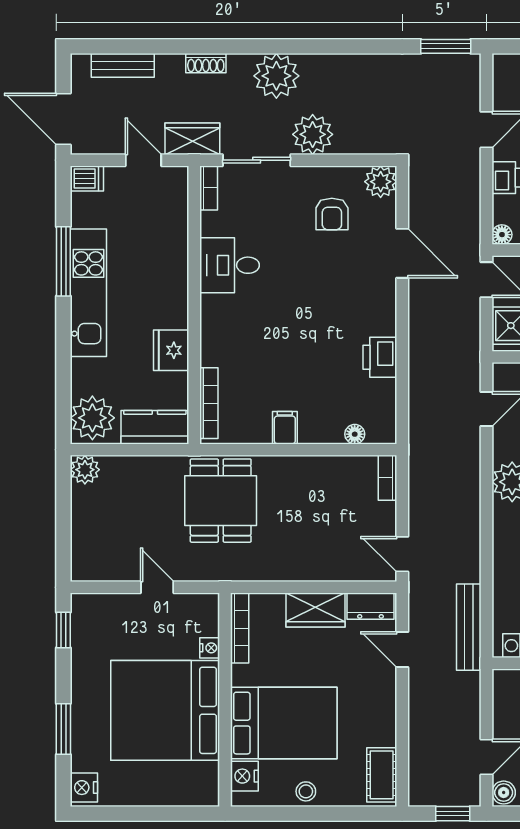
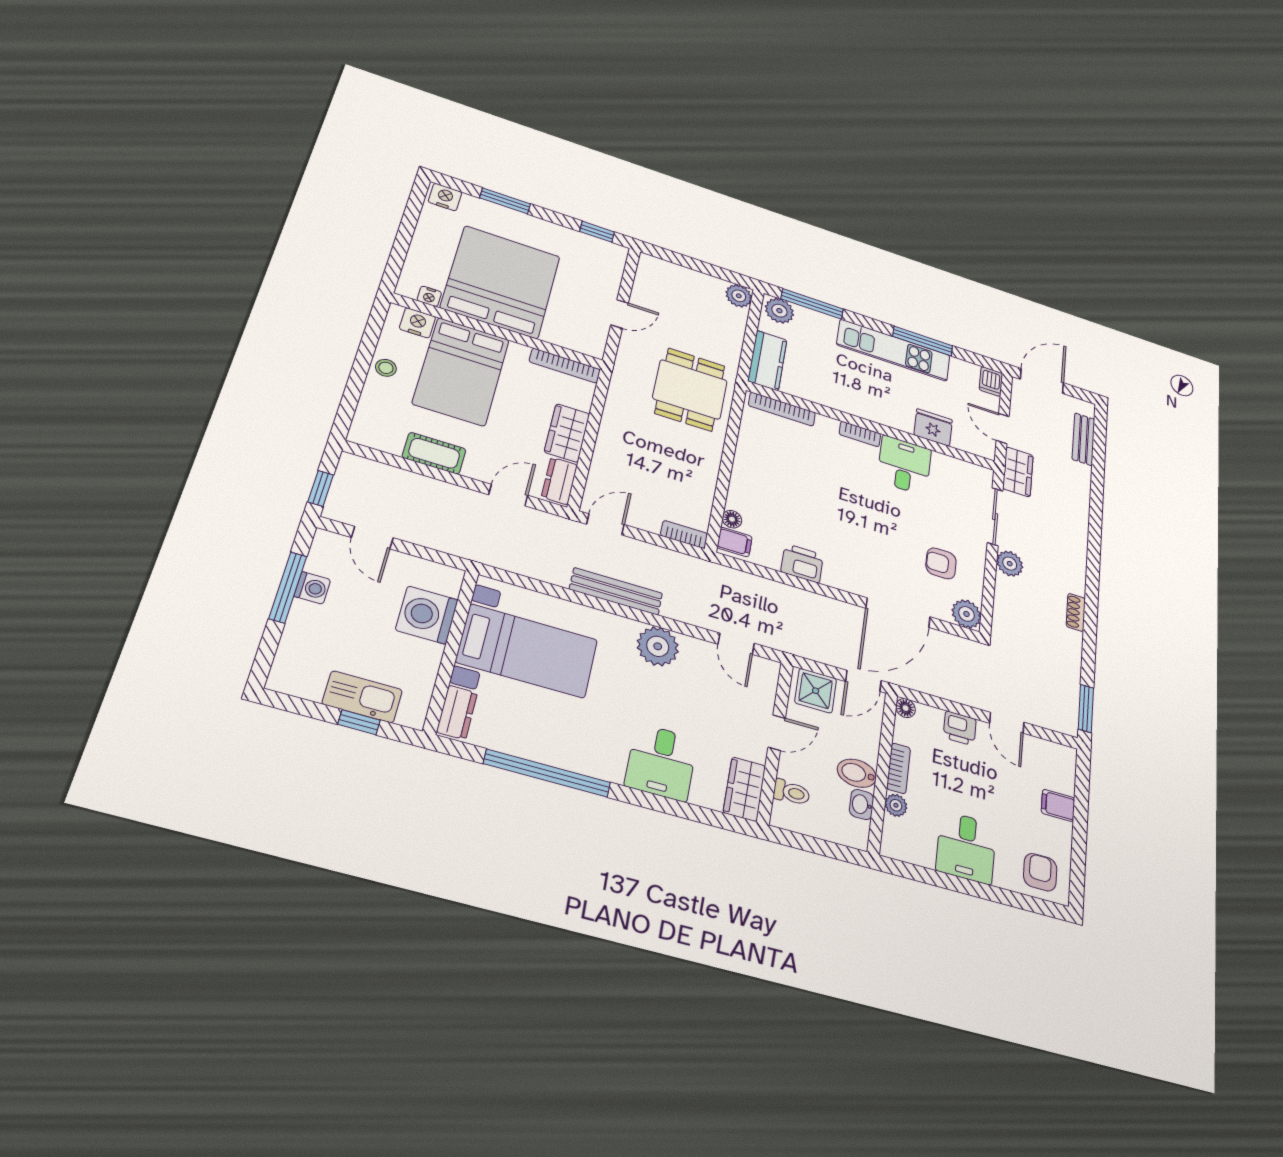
shoe rack: (206, 63) -> (1076, 612), moved
plant: (276, 76) -> (1068, 556), removed
plant: (313, 134) -> (1010, 564), width x0.73, depth x0.73
door: (143, 160) -> (1003, 428), swing flipped
bookcase: (209, 188) -> (860, 434), moved
door: (402, 253) -> (898, 613), width x1.36
fridge: (171, 350) -> (933, 427), moved
window: (63, 390) -> (812, 304), added
plant: (92, 418) -> (779, 311), width x0.73, depth x0.73
filing cabinet: (285, 428) -> (735, 542), moved
dining table: (221, 501) -> (690, 389), turned 90
bench: (469, 627) -> (616, 591), moved
nightstand: (210, 648) -> (429, 296), moved
cot: (382, 775) -> (434, 453), moved
boiler: (504, 793) -> (328, 542), removed

